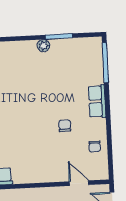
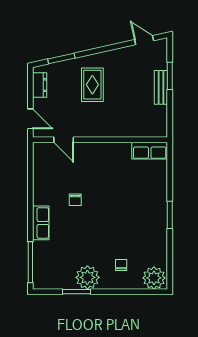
plant: (43, 46) -> (87, 277), width x1.88, depth x1.88
chair: (95, 147) -> (121, 265), moved

